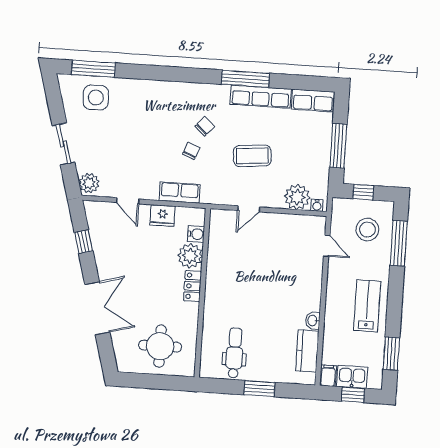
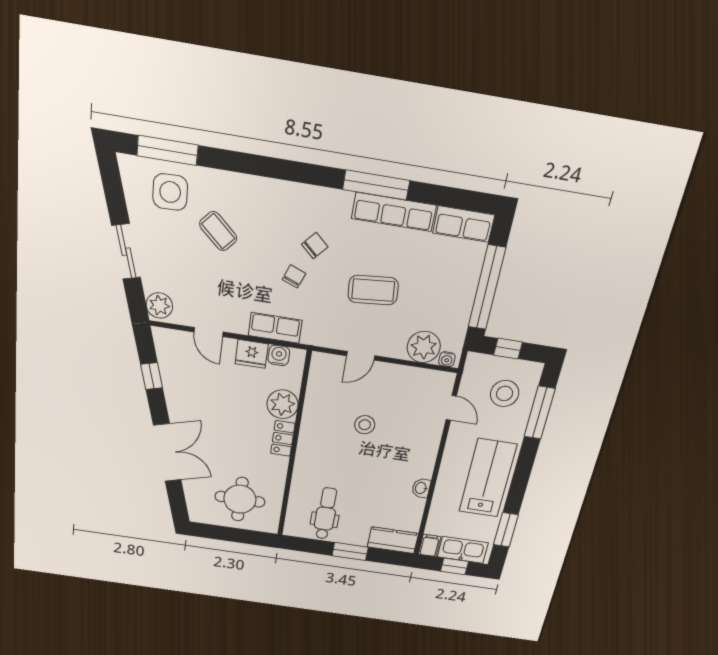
coffee table: (132, 122) -> (218, 231), added
window: (338, 146) -> (487, 288), width x1.46
water cooler: (196, 234) -> (279, 355), moved, turned -90
stool: (259, 267) -> (365, 425), added
lab bench: (367, 306) -> (488, 478), width x1.36, depth x1.39
kitchen counter: (307, 351) -> (393, 540), moved, turned 90
kitchen sink: (352, 377) -> (463, 550), width x1.38

